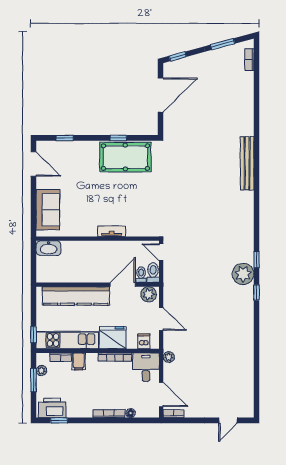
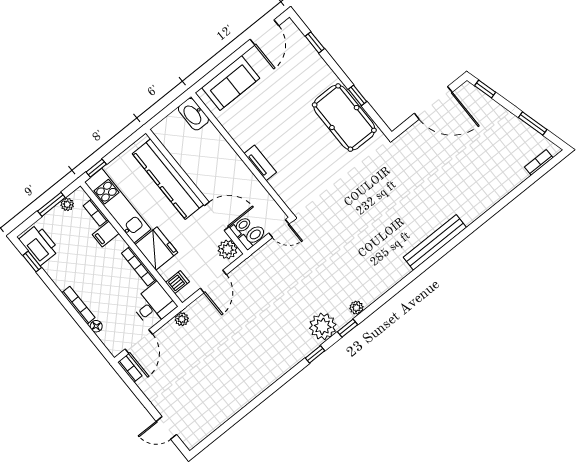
plant: (248, 244) -> (356, 308), added
door: (161, 252) -> (279, 229), swing flipped

